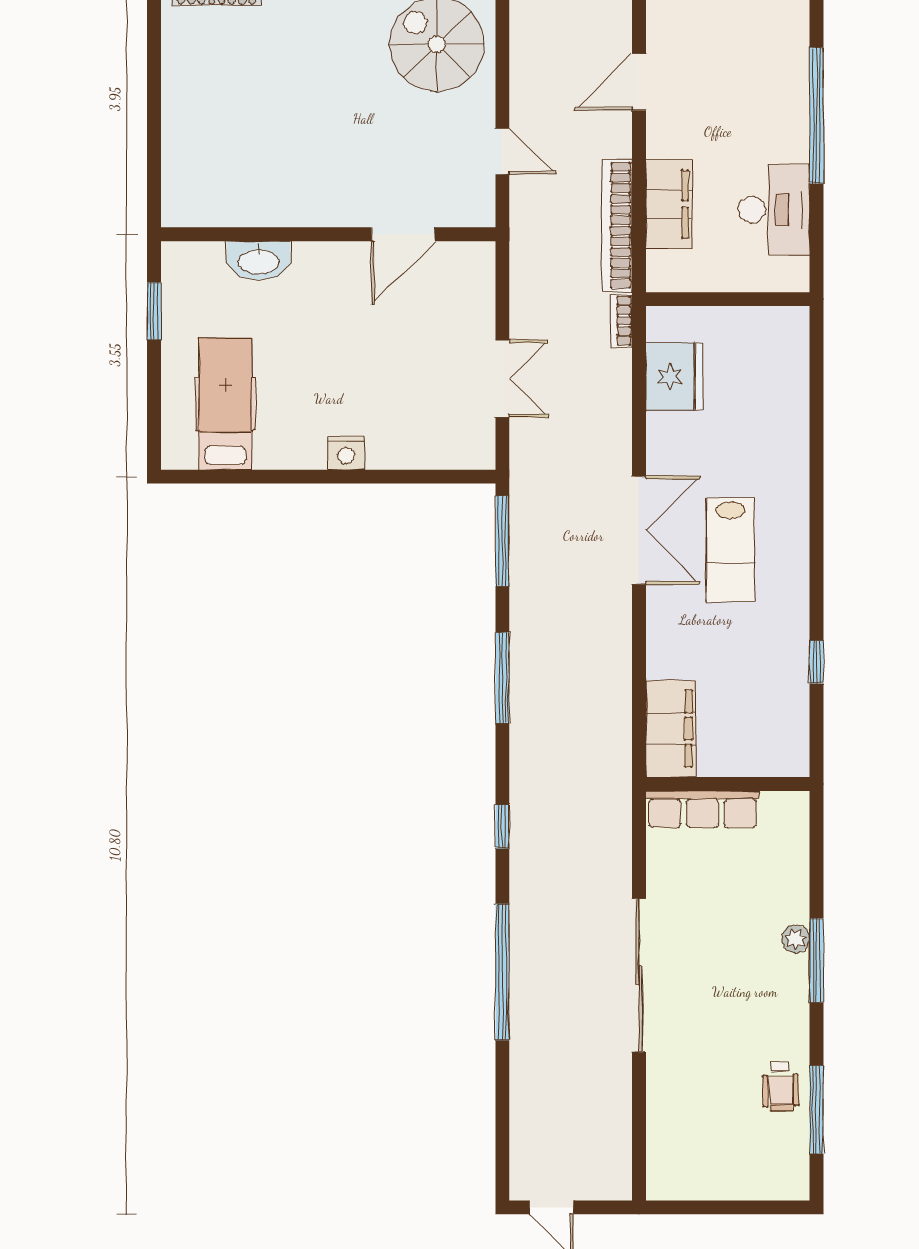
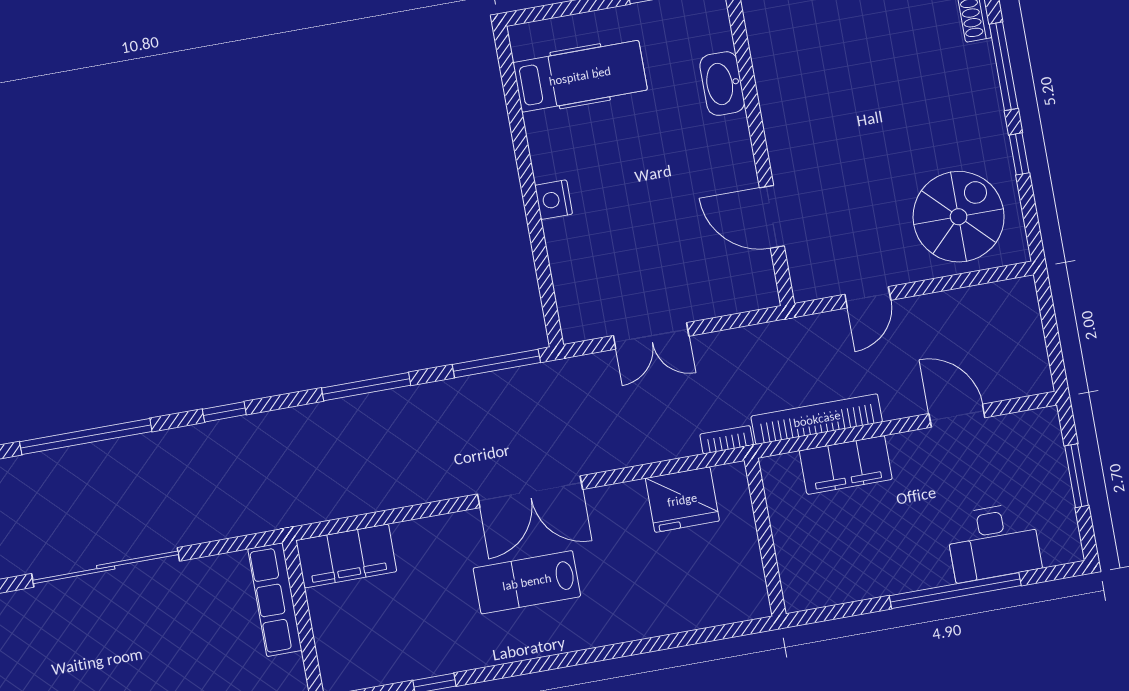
desk: (774, 210) -> (993, 542), moved

